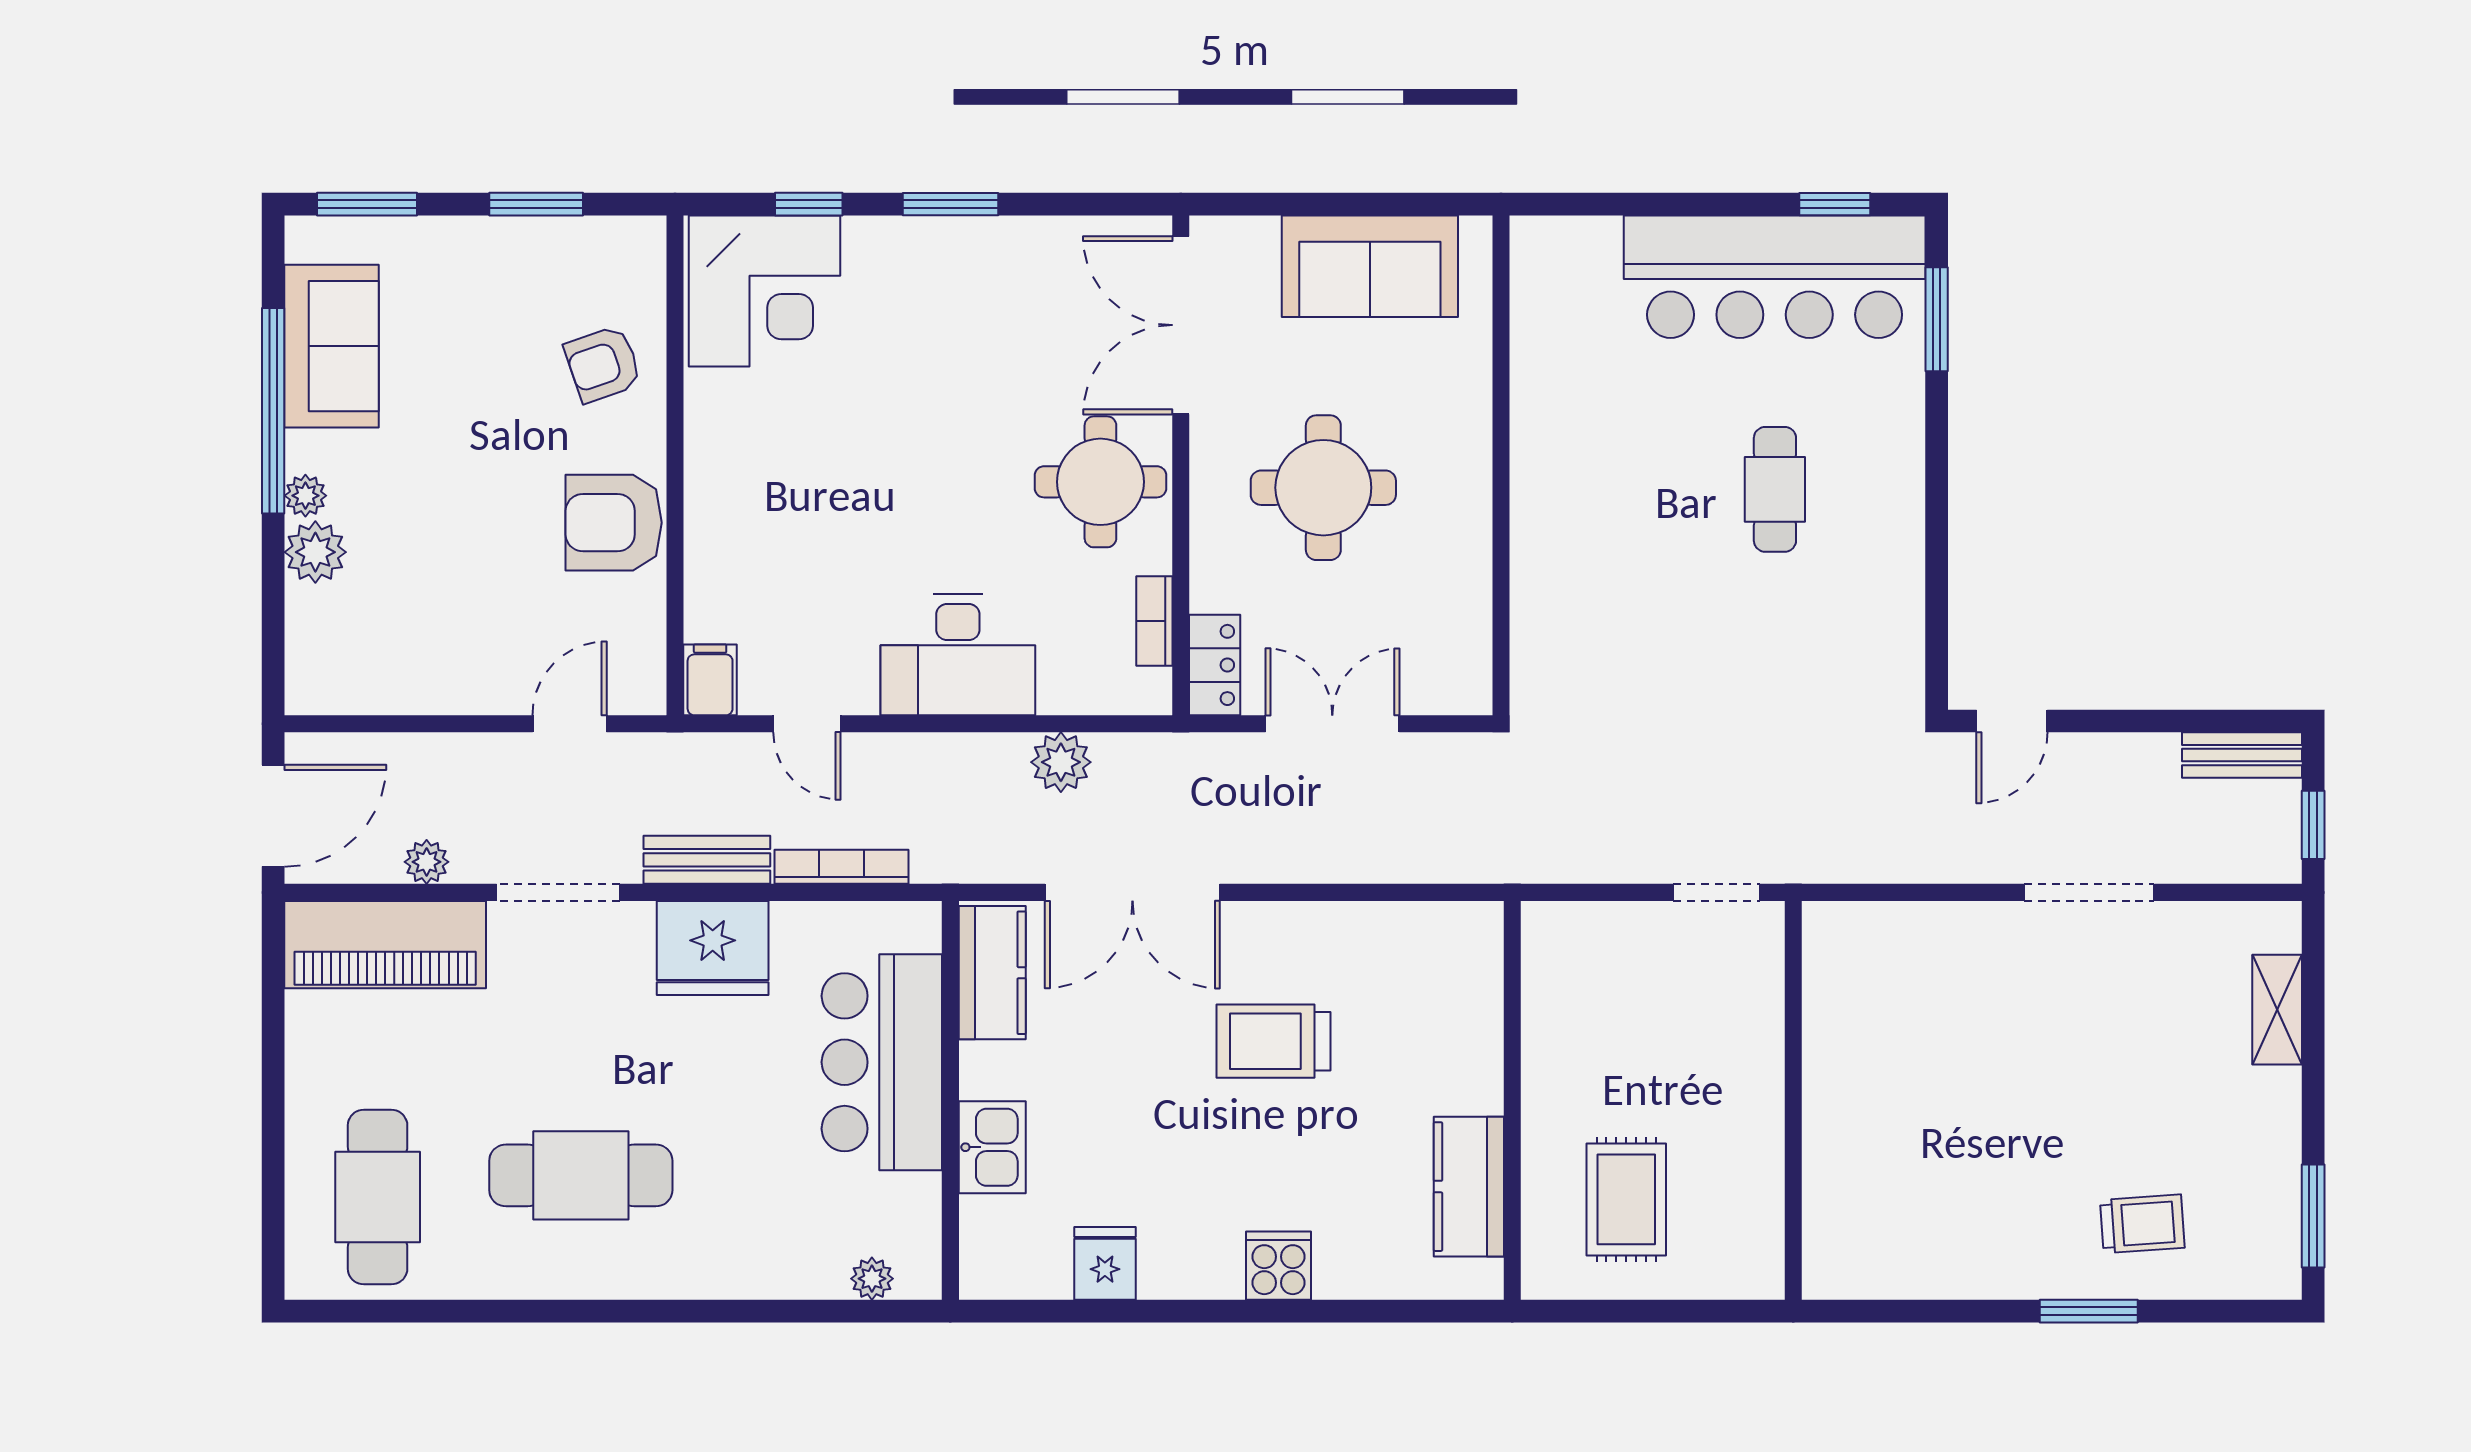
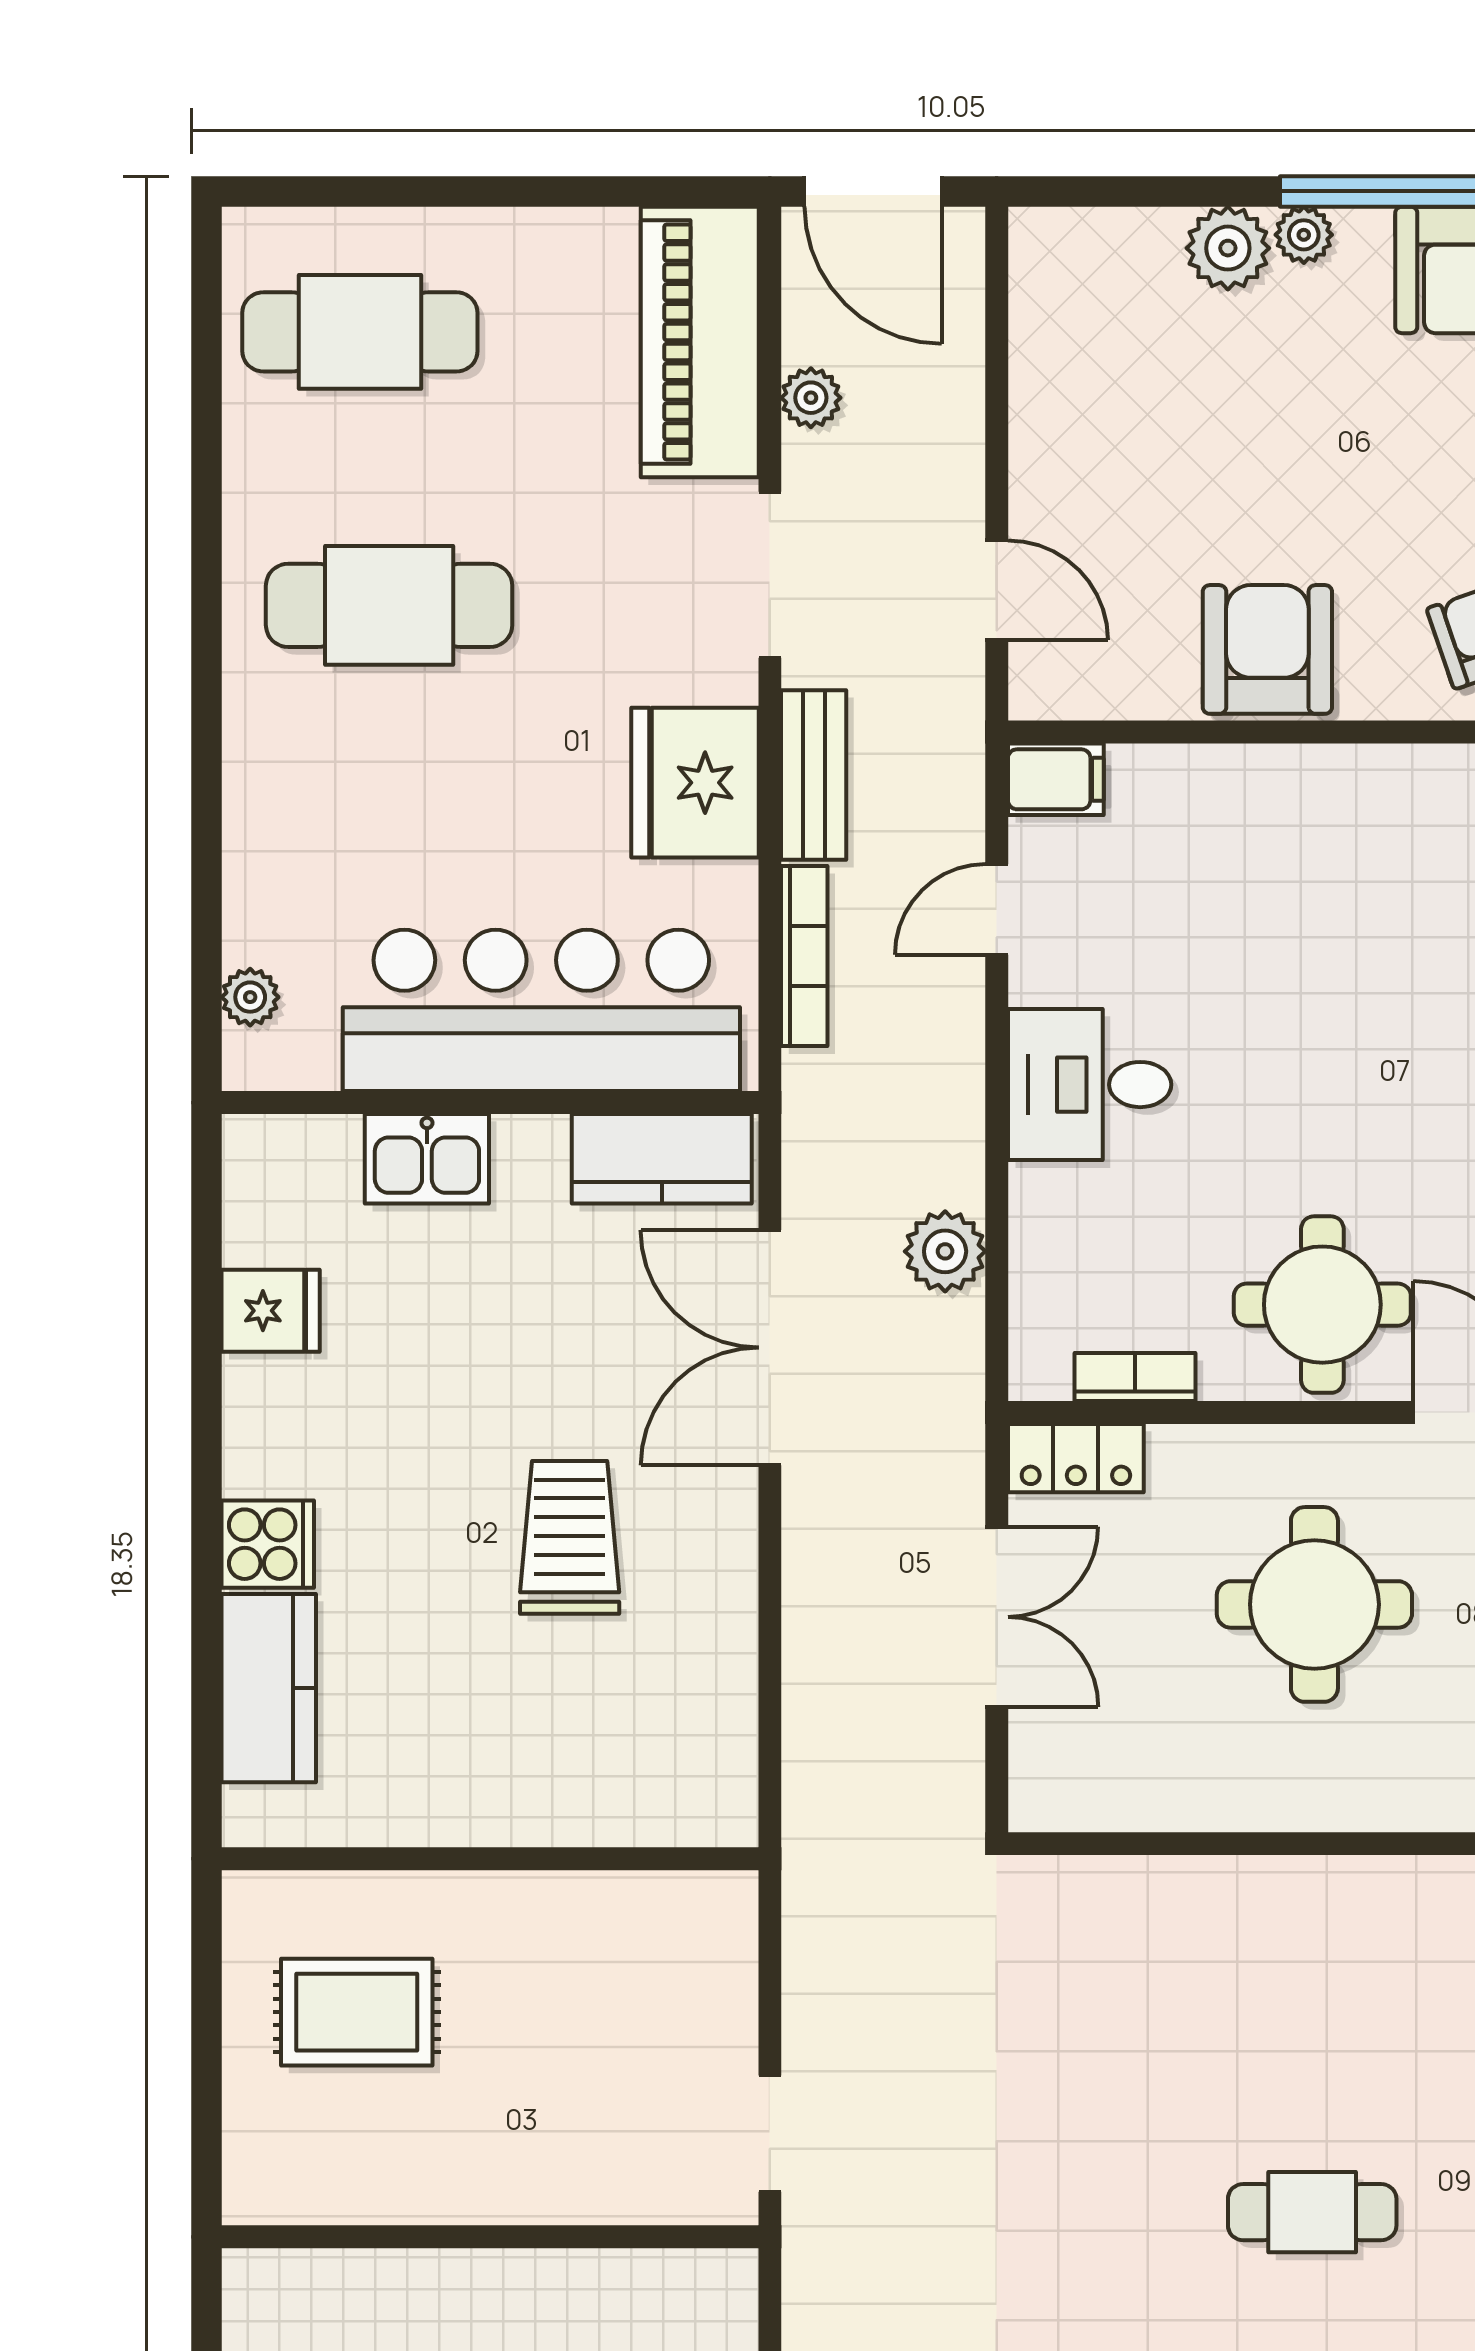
desk: (958, 655) -> (1090, 1085), width x0.73
bar counter: (882, 1062) -> (541, 1010), width x1.36
cafe table: (581, 1175) -> (389, 605), turned 90
kitchen counter: (1469, 1187) -> (269, 1688), moved, turned 90

